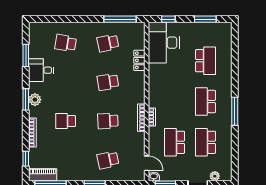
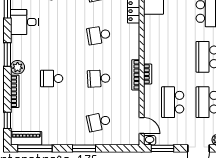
plant: (35, 100) -> (18, 67), moved

